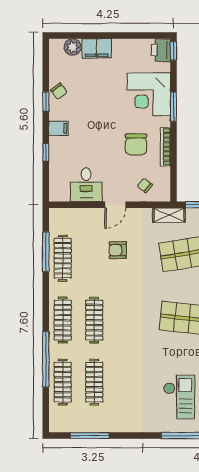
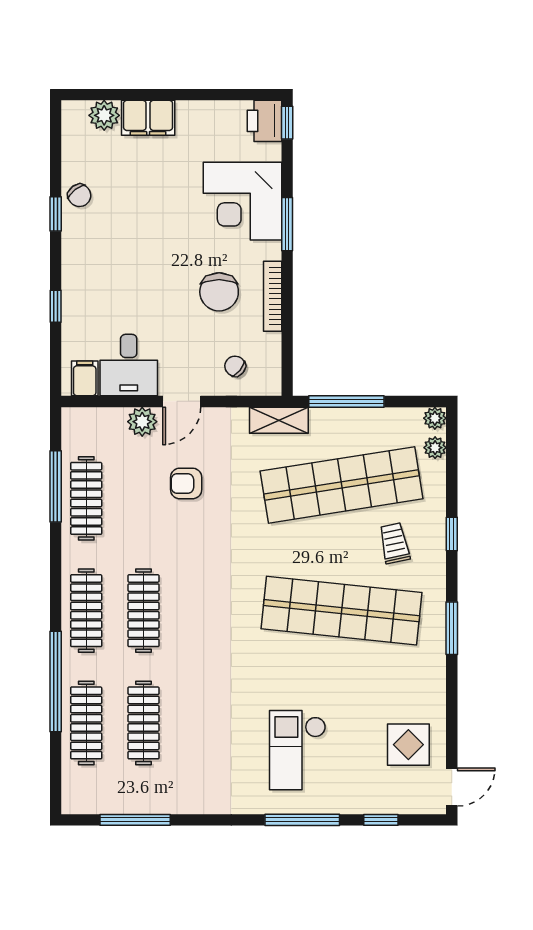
filing cabinet: (59, 128) -> (85, 378), moved, turned -90
plant: (94, 216) -> (142, 422), added
checkout: (179, 397) -> (298, 750), turned 180

